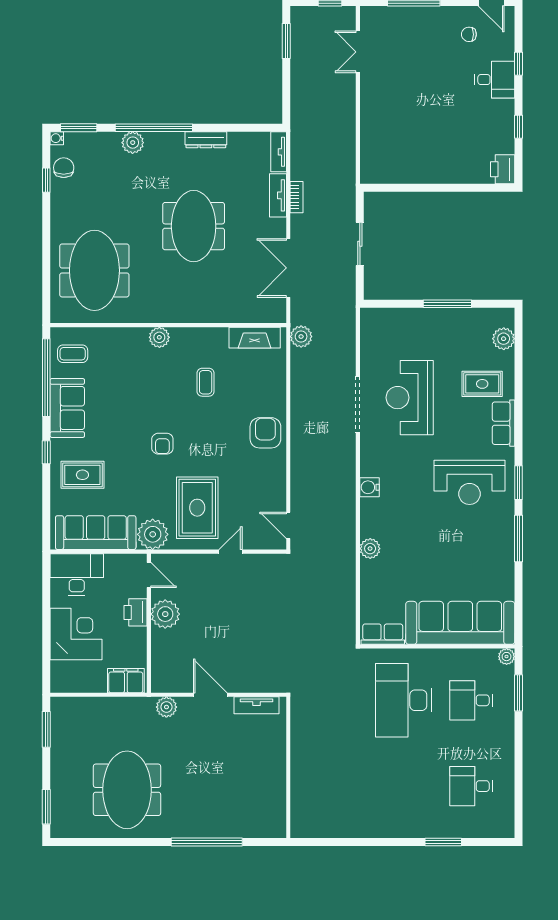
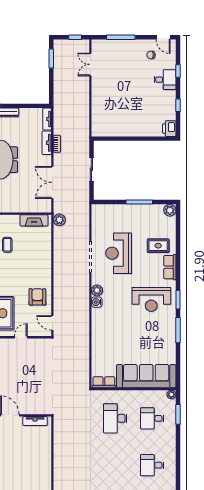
plant: (504, 339) -> (170, 210), moved
armchair: (265, 433) -> (37, 297), moved
plant: (370, 549) -> (97, 290), moved
desk: (403, 700) -> (115, 418), width x0.73, depth x0.77

